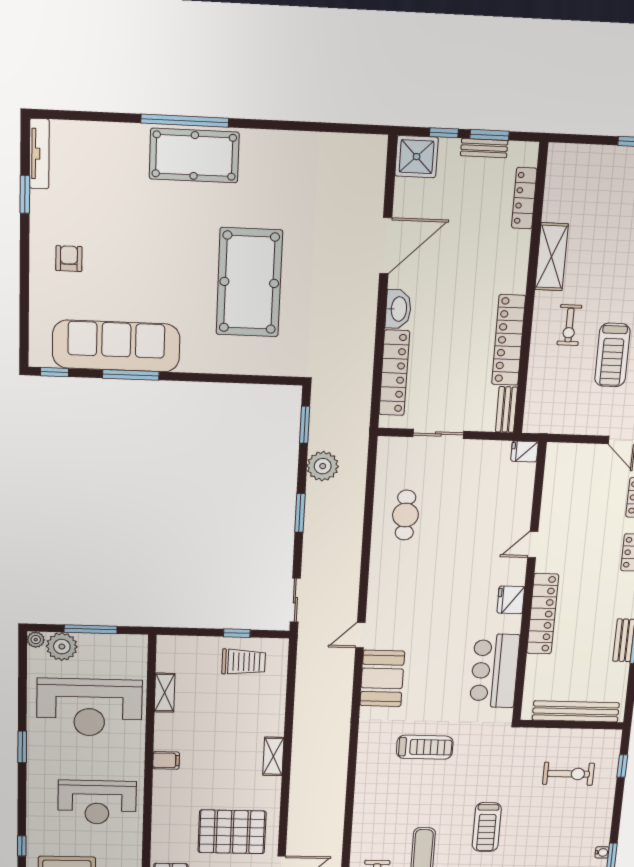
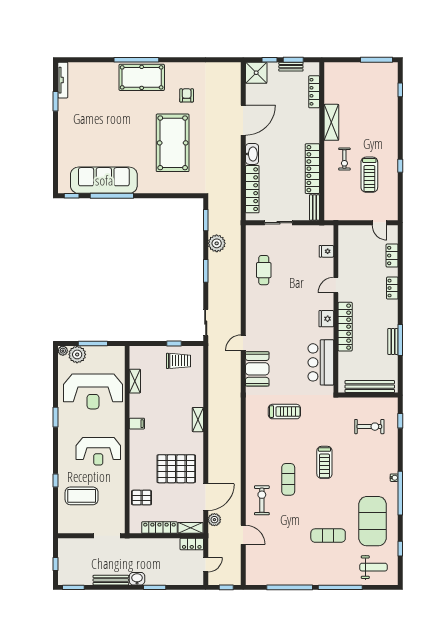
armchair: (69, 259) -> (187, 95), moved
window: (131, 375) -> (112, 196), width x1.46
fridge: (524, 451) -> (326, 251), moved

